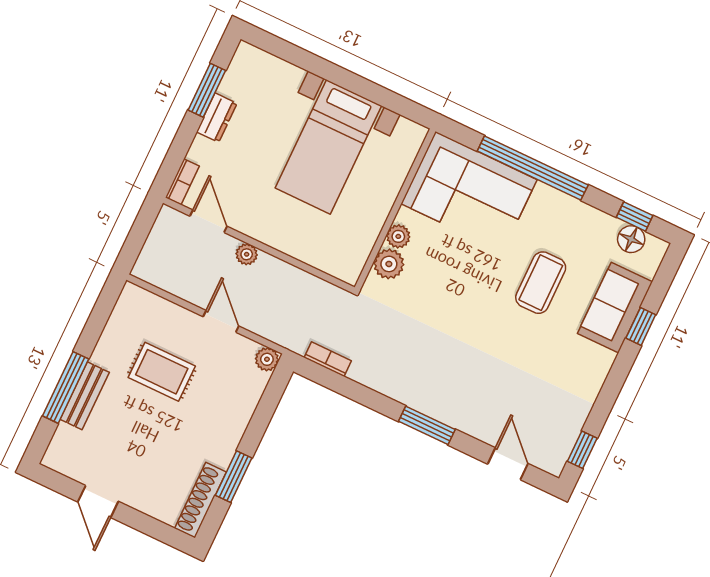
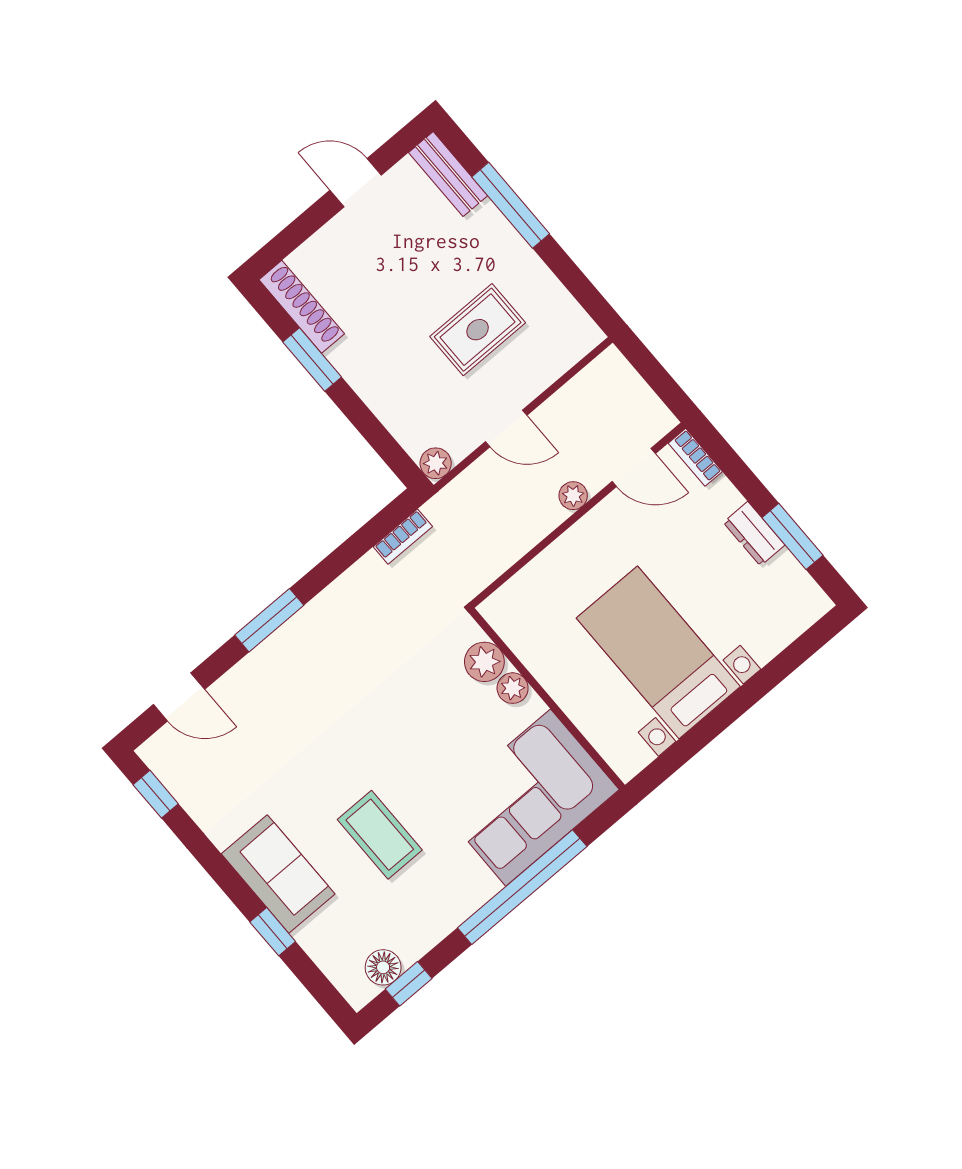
sofa: (615, 308) -> (278, 874), moved
bench: (85, 396) -> (448, 174), moved

